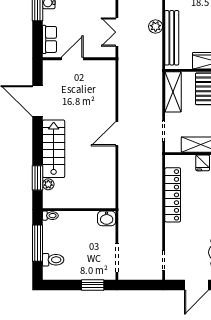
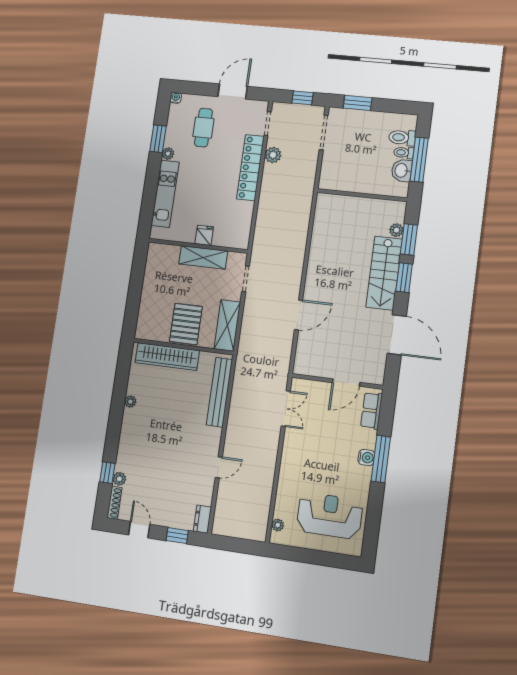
plant: (156, 27) -> (273, 155), moved
door: (117, 134) -> (299, 315), moved
window: (38, 147) -> (404, 278), added
locker: (173, 195) -> (250, 168), moved
toilet: (50, 216) -> (404, 153), moved
washbasin: (107, 218) -> (402, 170), moved, turned -90
window: (138, 285) -> (302, 98), added

